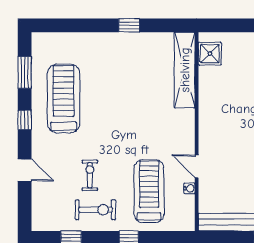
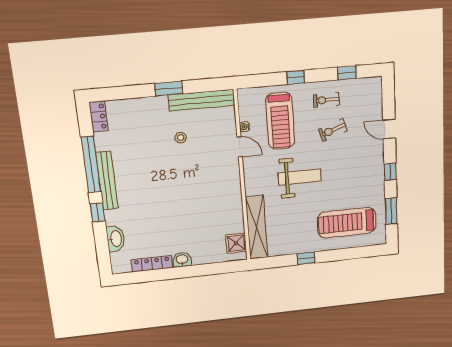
treadmill: (64, 99) -> (347, 223), moved, turned 90
weight bench: (131, 125) -> (300, 177), added
exercise bike: (90, 175) -> (333, 130), turned 71
exercise bike: (96, 210) -> (326, 100), width x0.73, depth x0.72

